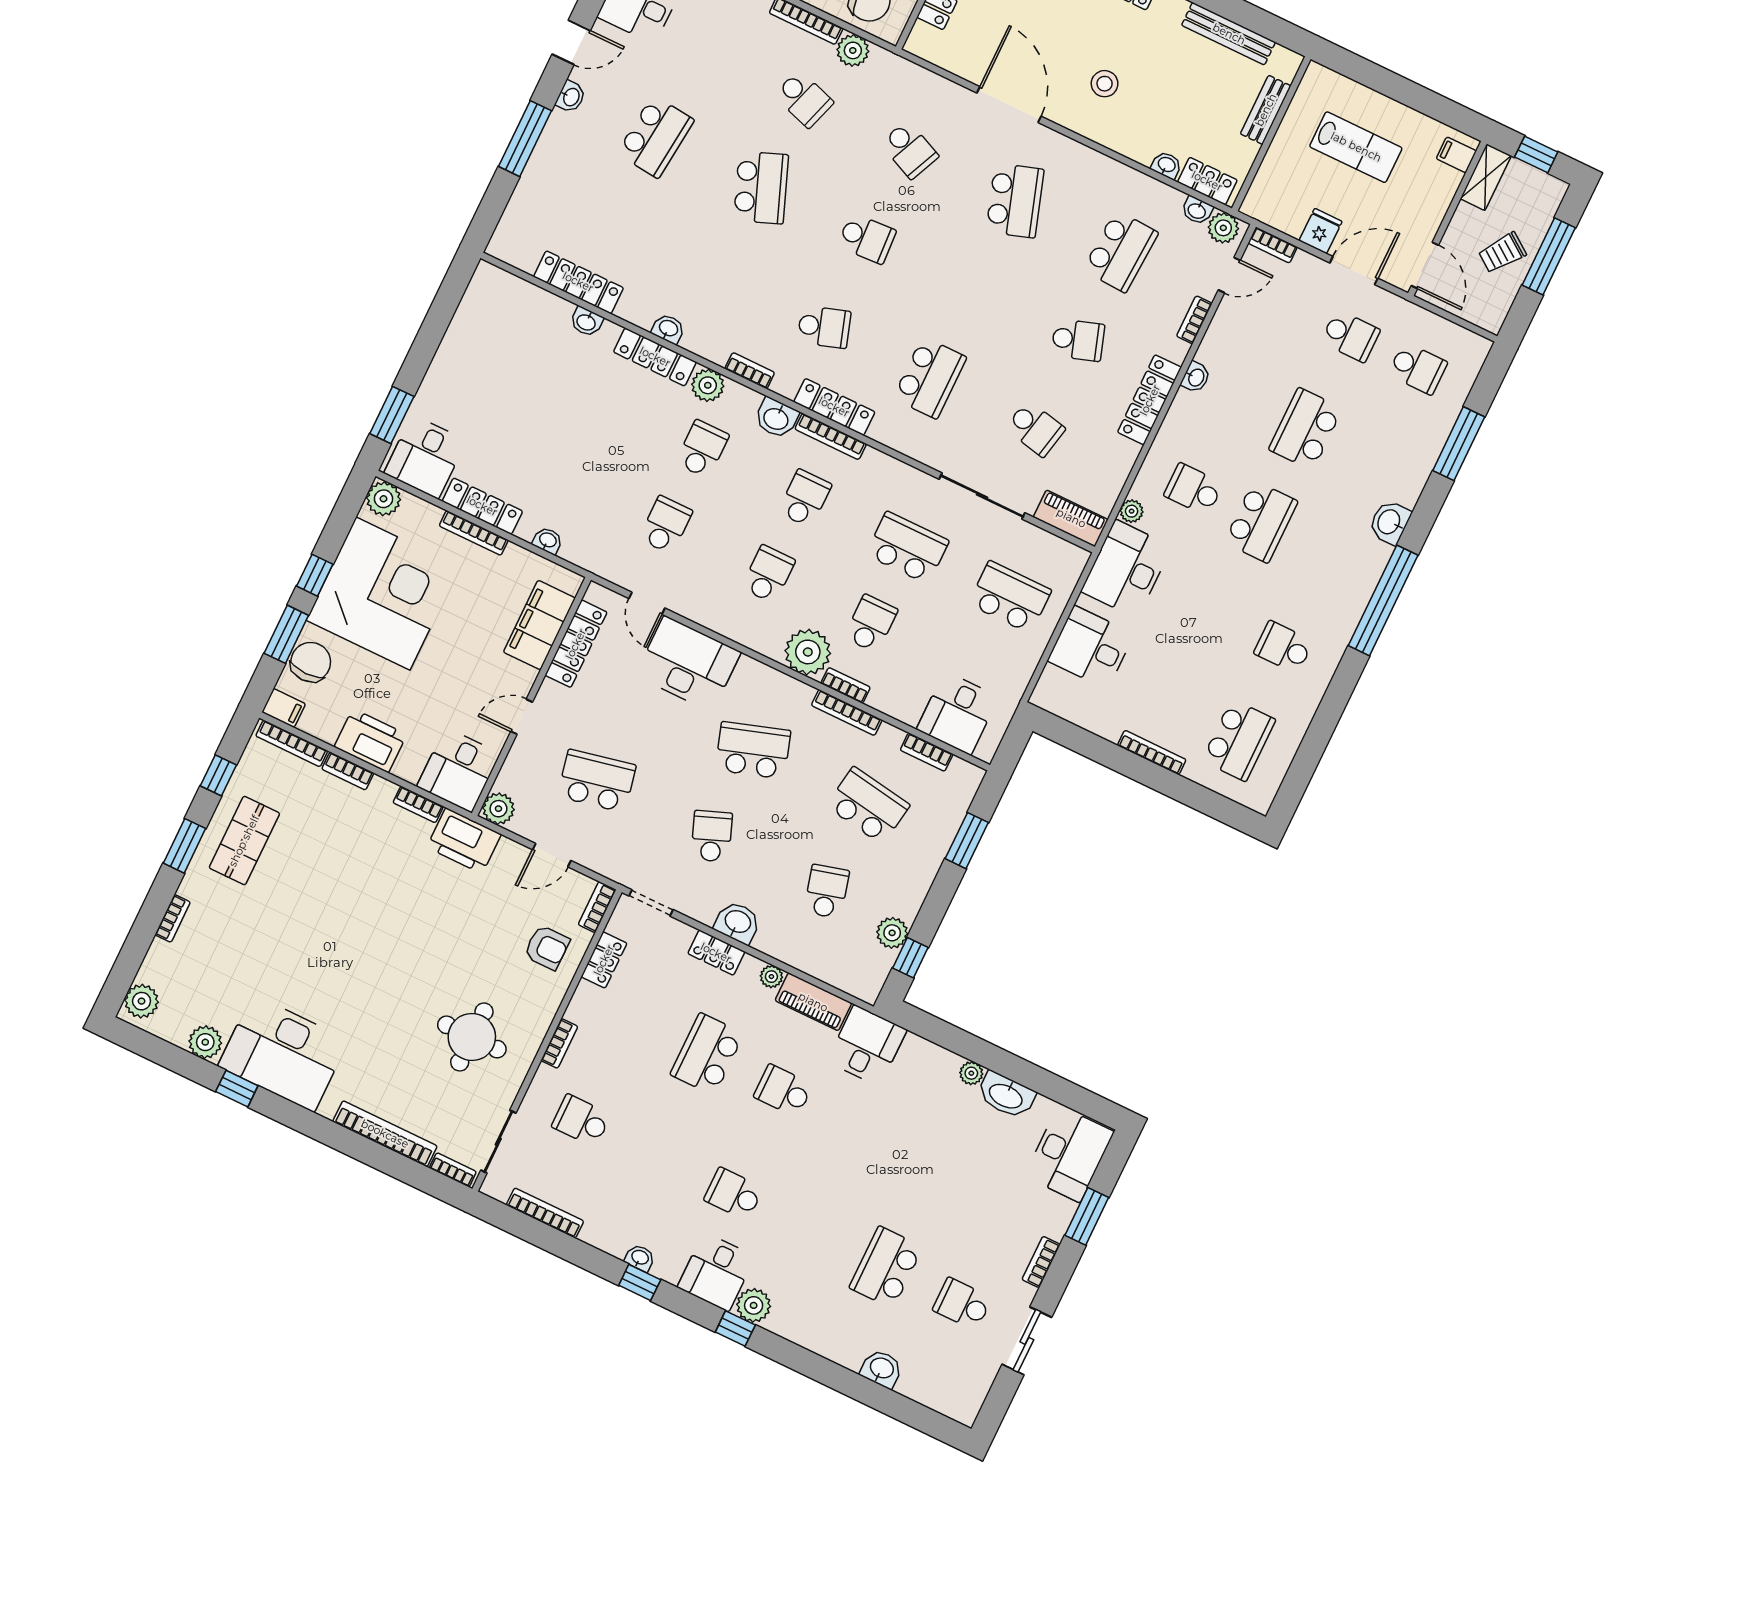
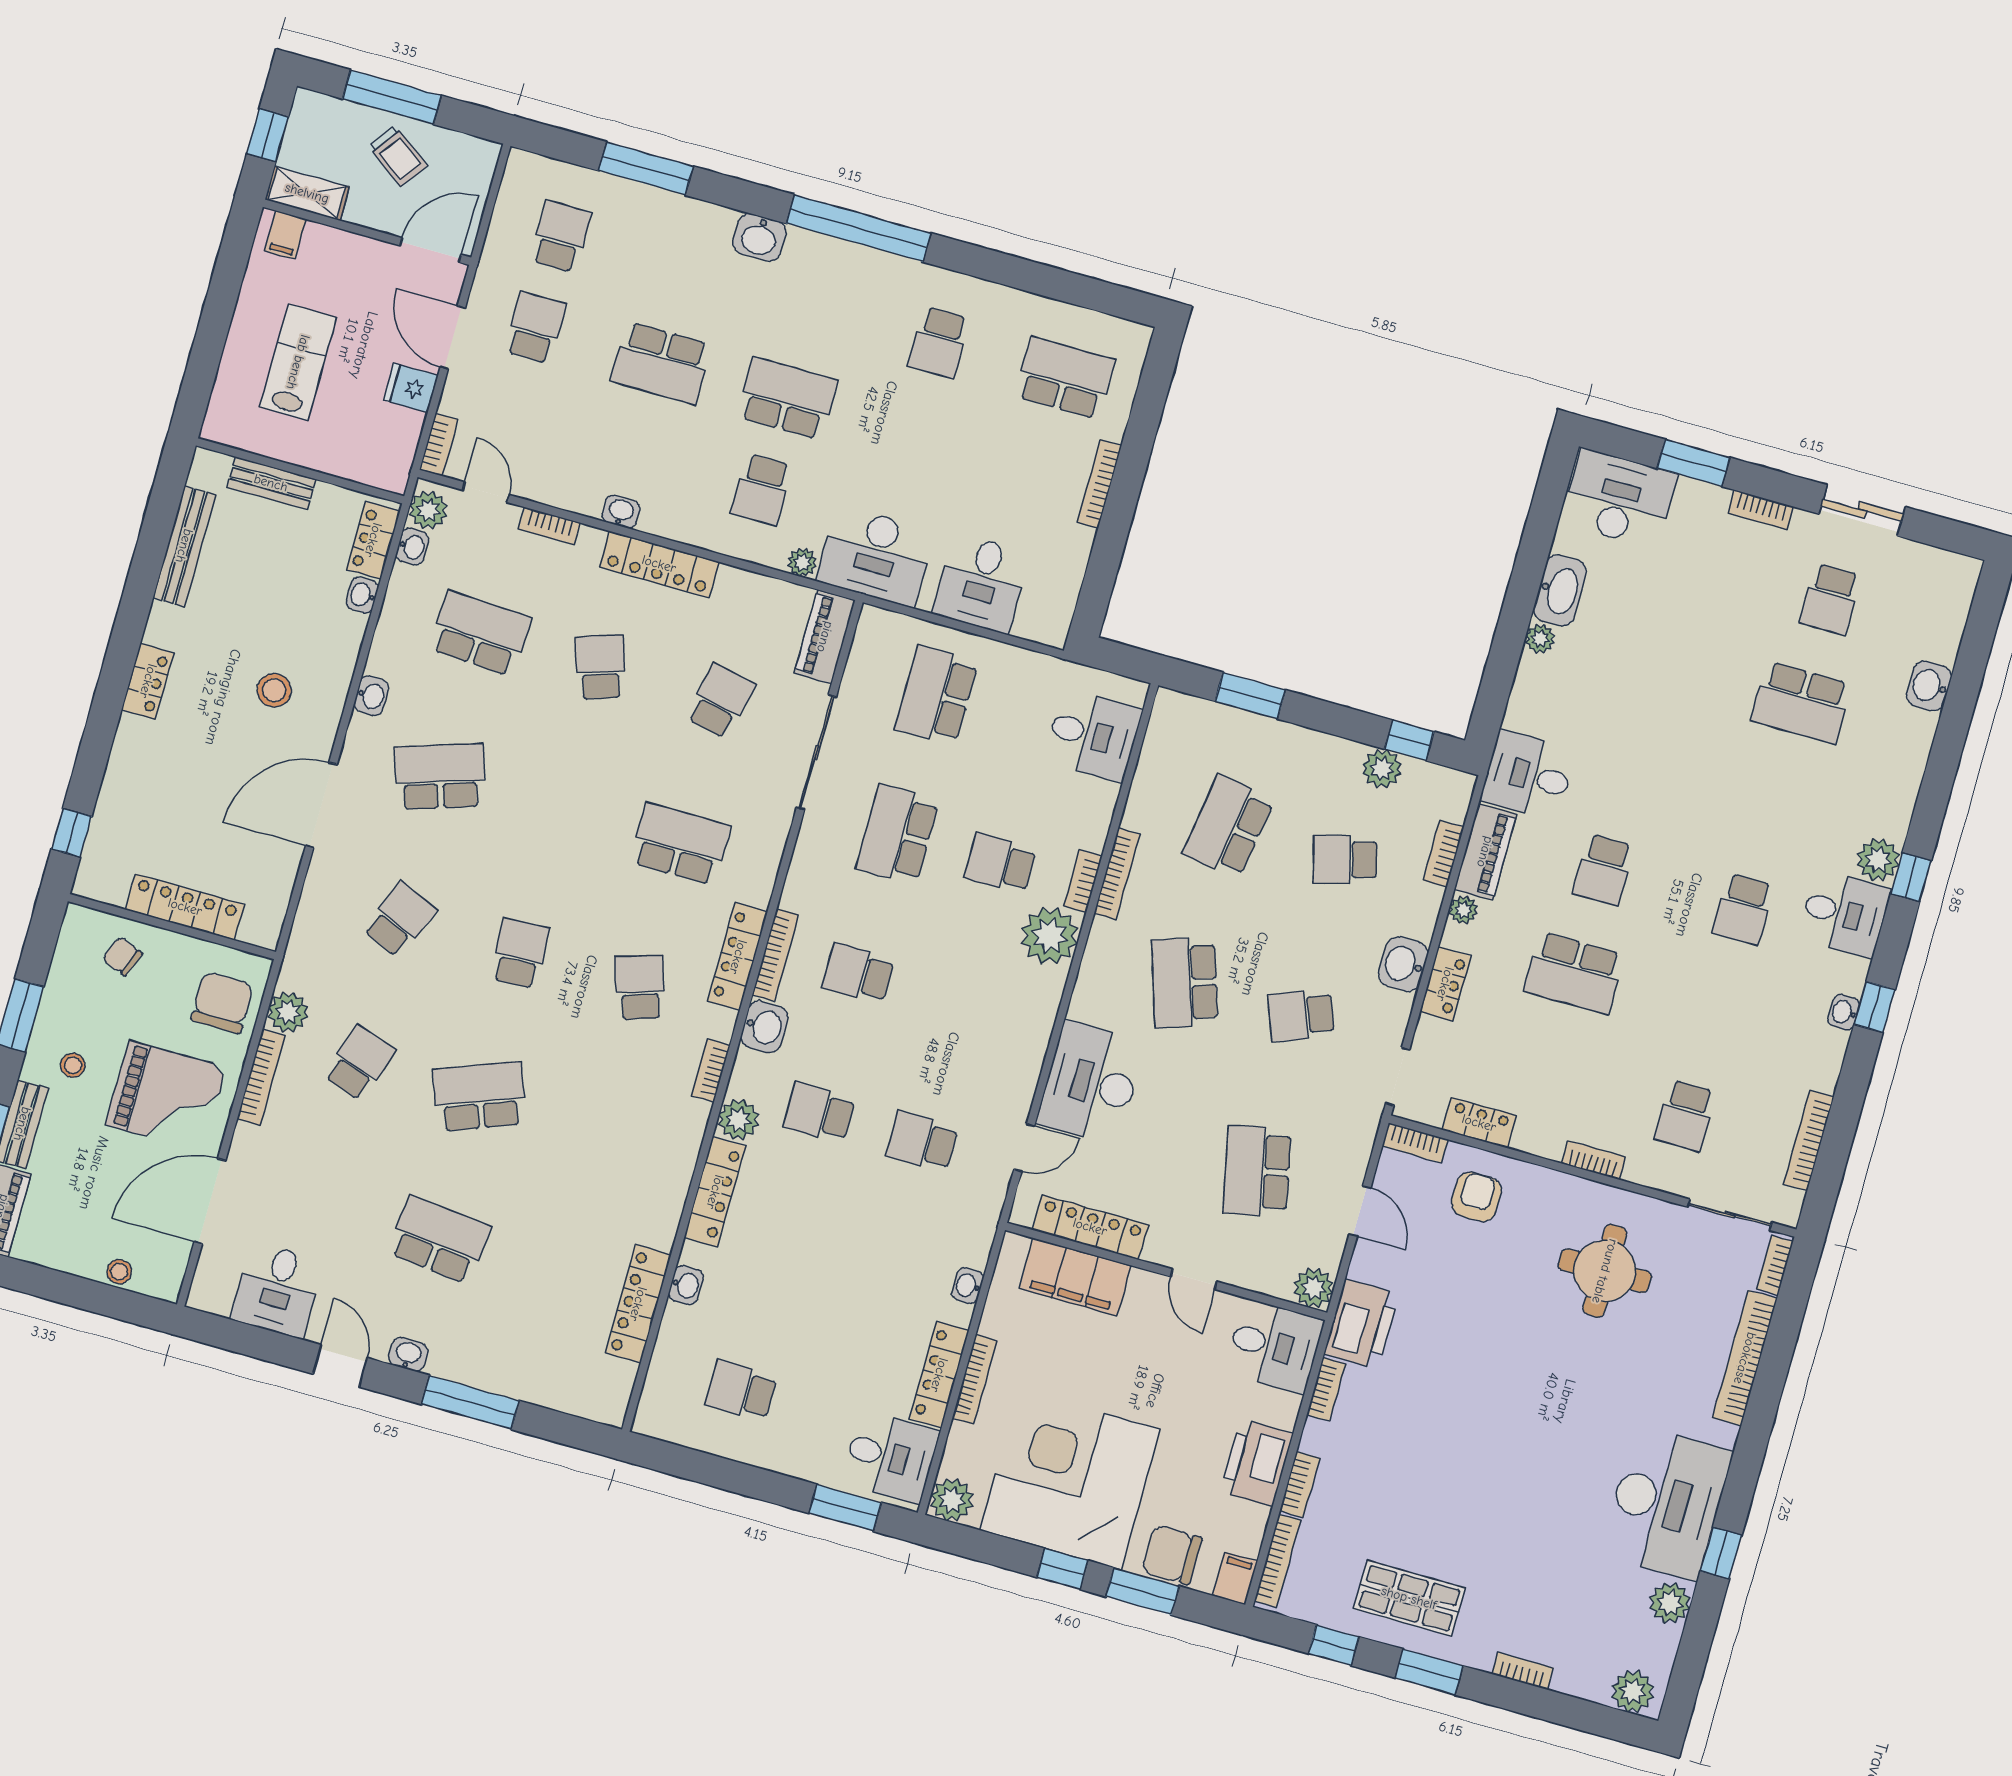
washbasin: (668, 329) -> (371, 696), moved, turned 180
school desk: (768, 574) -> (741, 1391), moved
bookcase: (927, 752) -> (1443, 854), moved, turned 180

